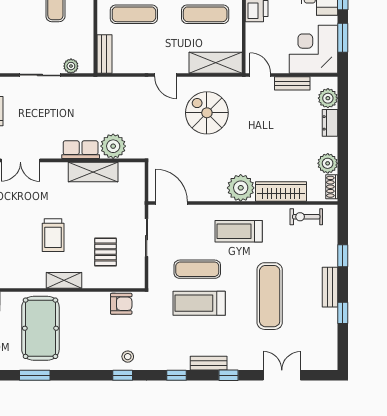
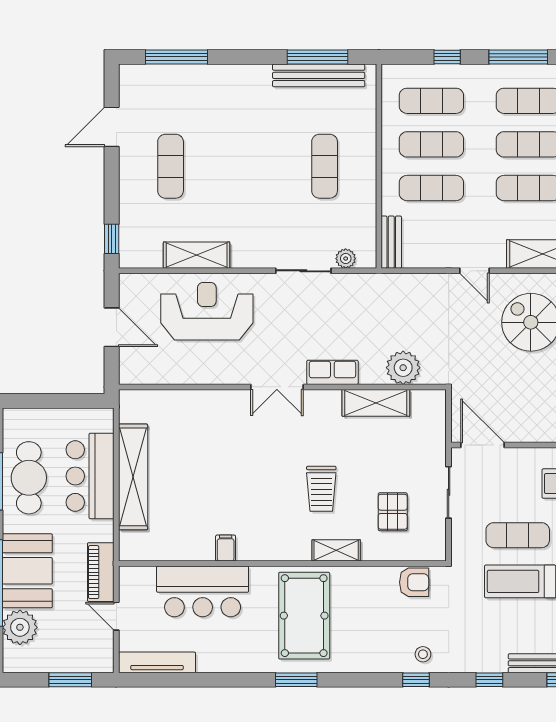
row of seats: (81, 150) -> (332, 372), moved

